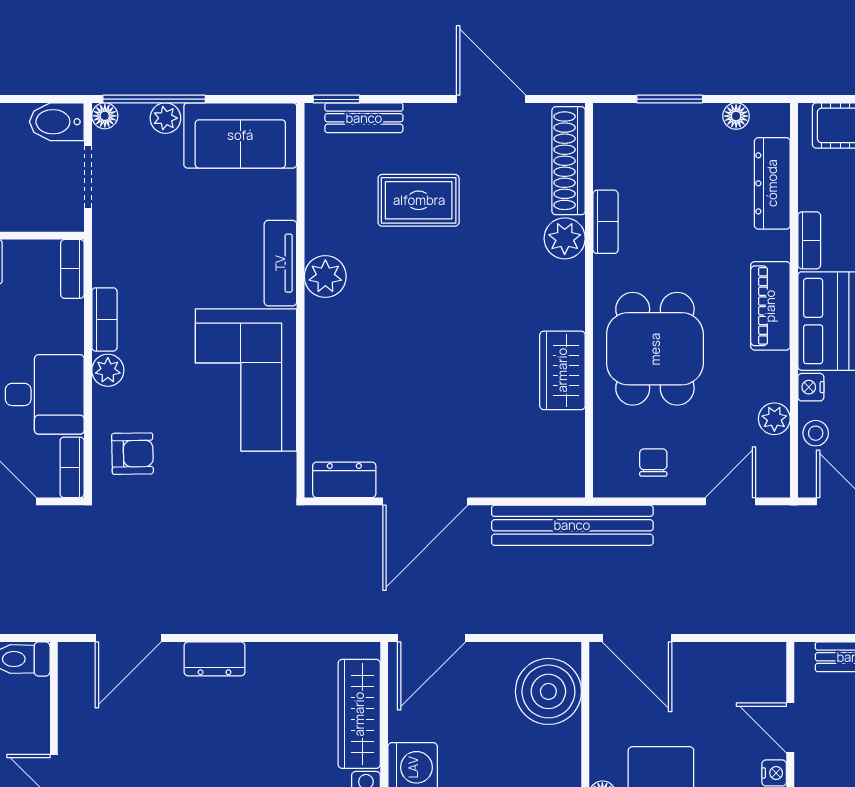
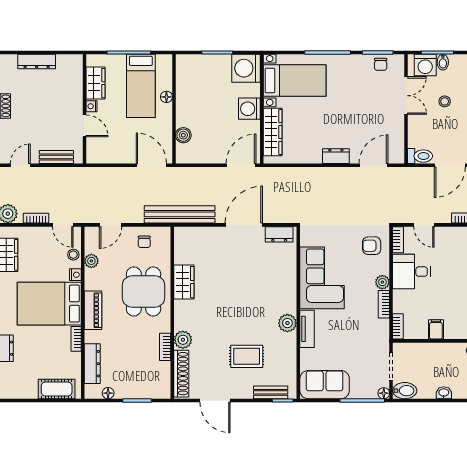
plant: (165, 118) -> (357, 392), removed
boiler: (548, 691) -> (183, 135), width x0.54, depth x0.54

